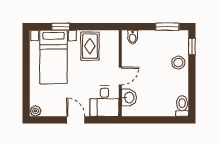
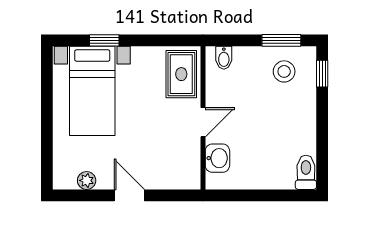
rug: (90, 46) -> (181, 74), moved
stool: (178, 63) -> (284, 71), moved
desk: (104, 101) -> (177, 164), removed
plant: (36, 111) -> (87, 180), moved

